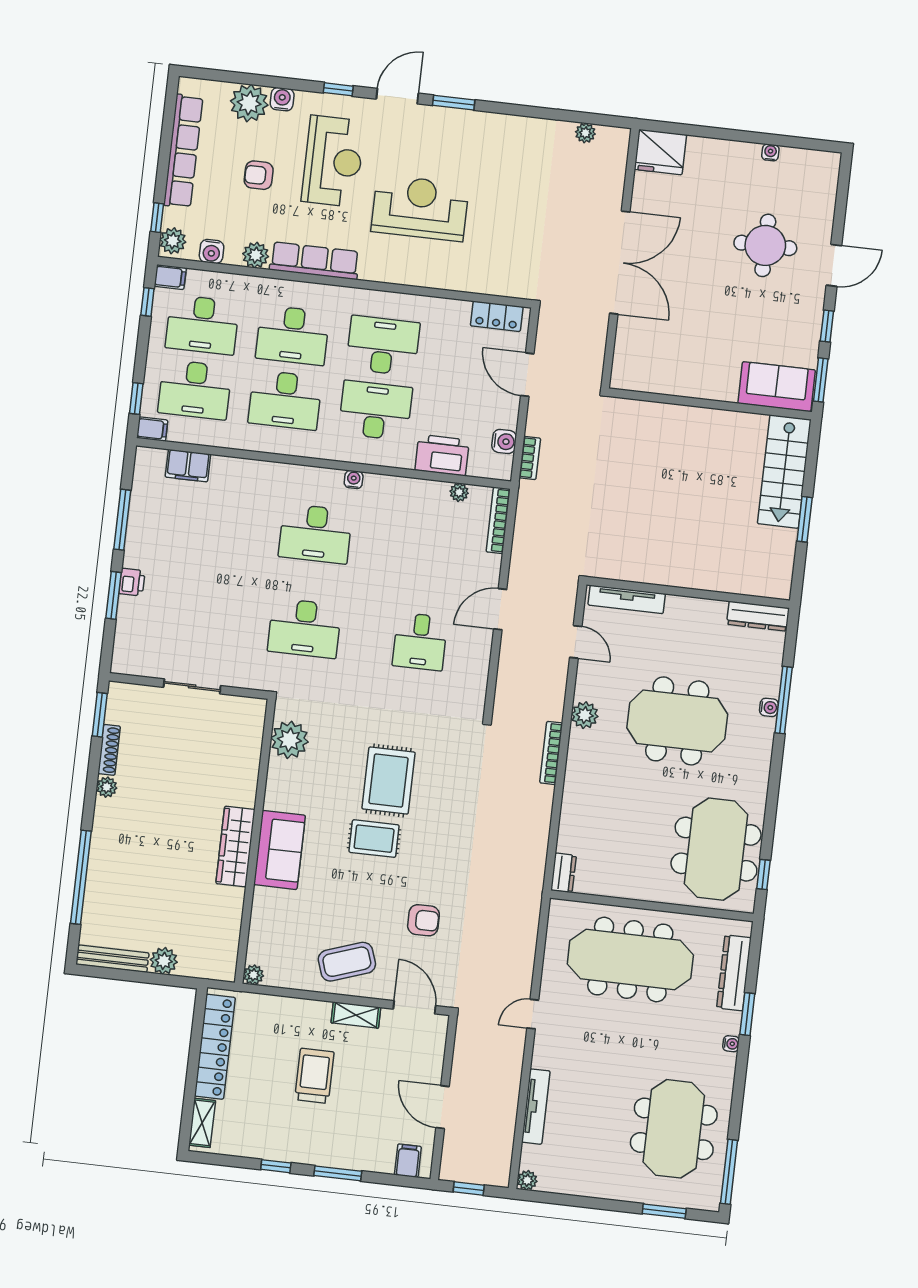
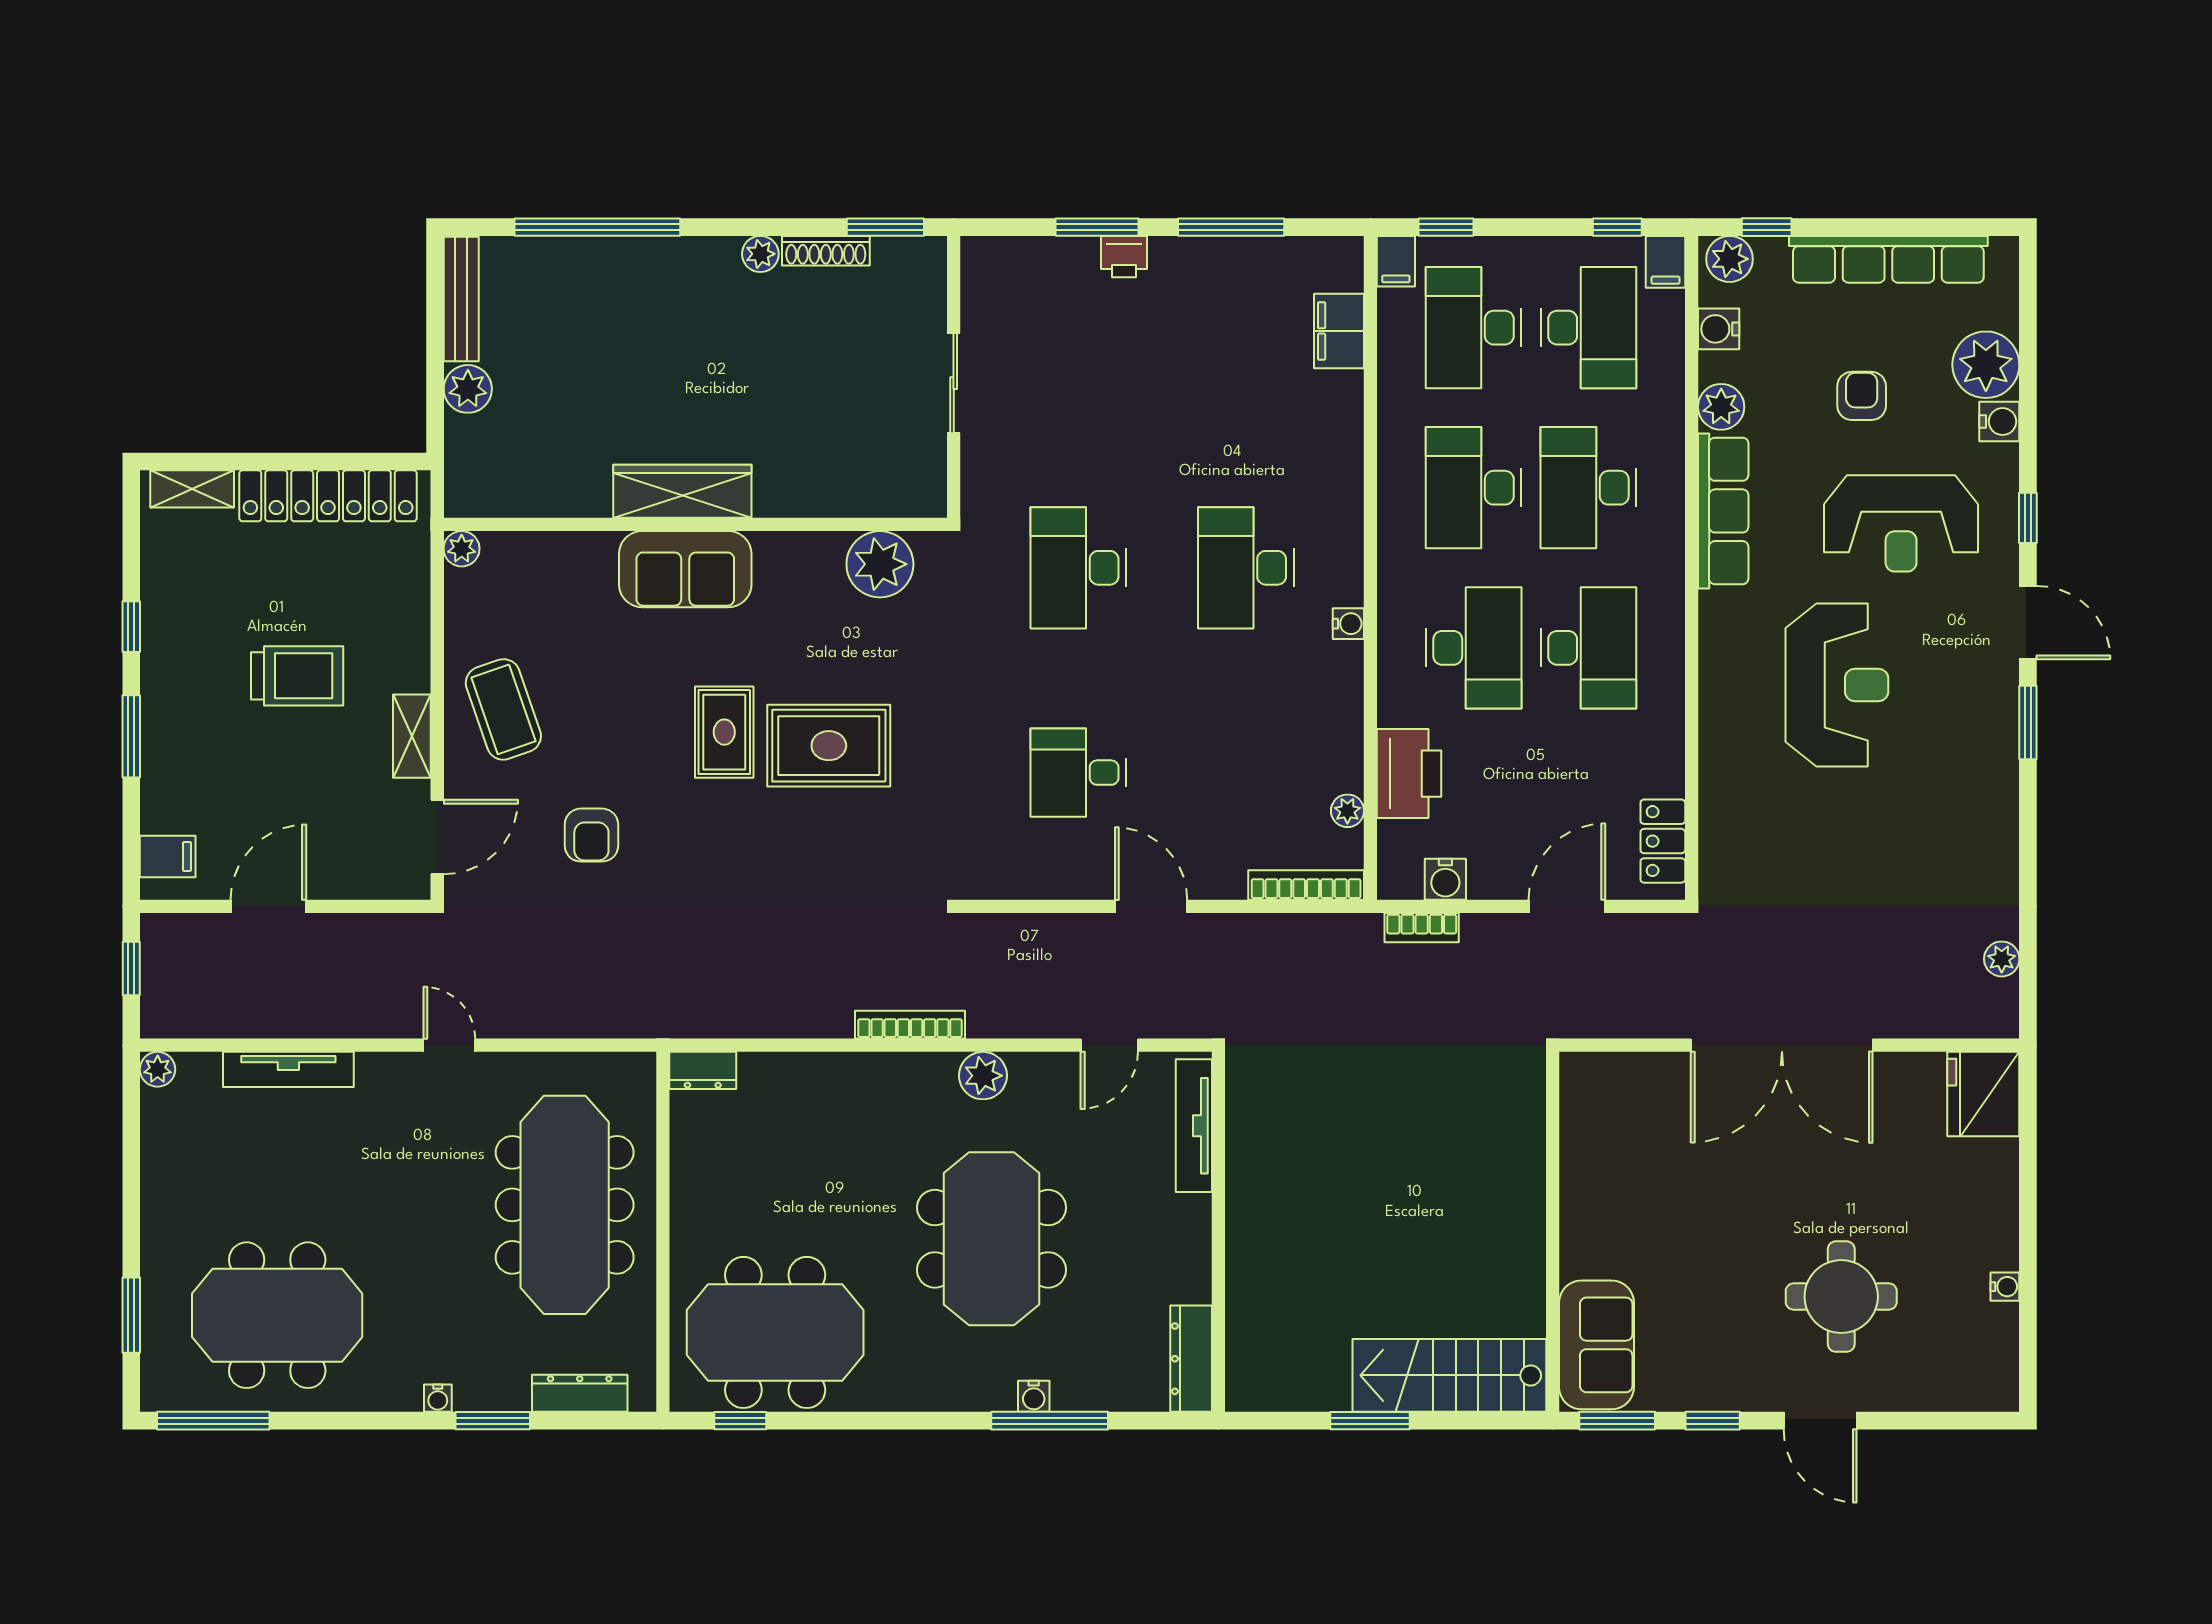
desk: (202, 325) -> (1588, 328), turned 180
dresser: (734, 973) -> (580, 1393), width x0.73, depth x0.80

